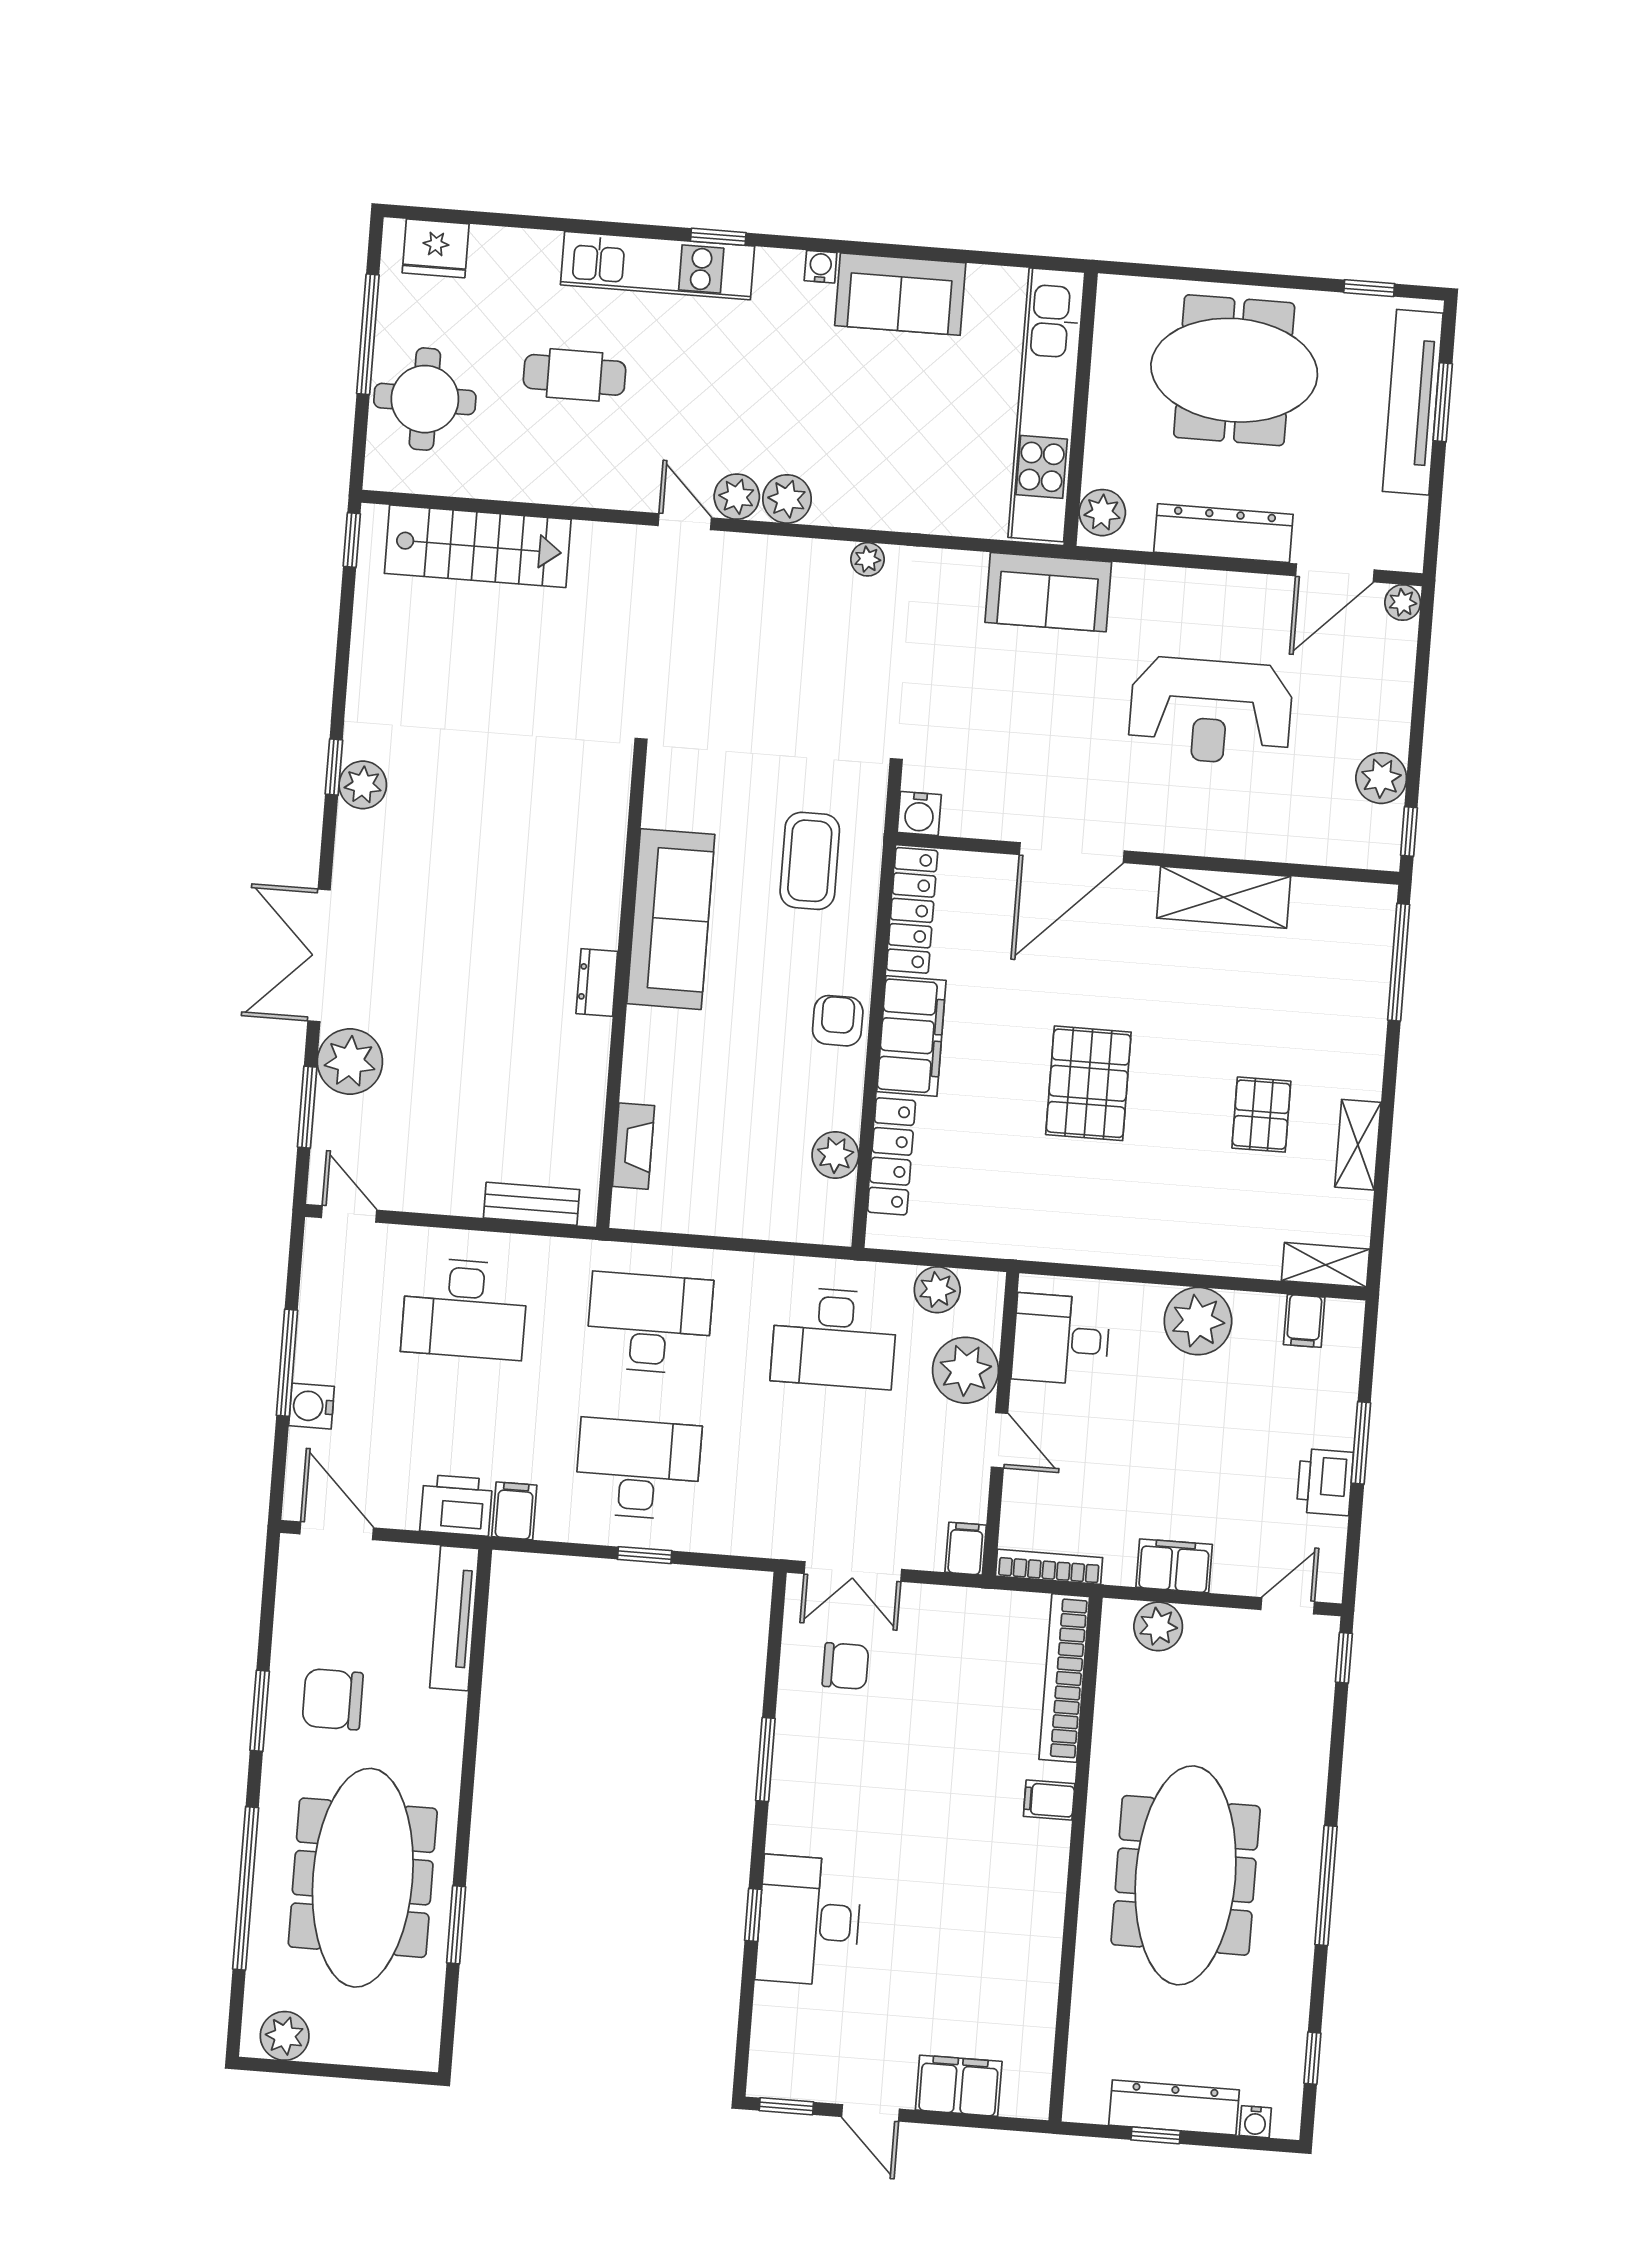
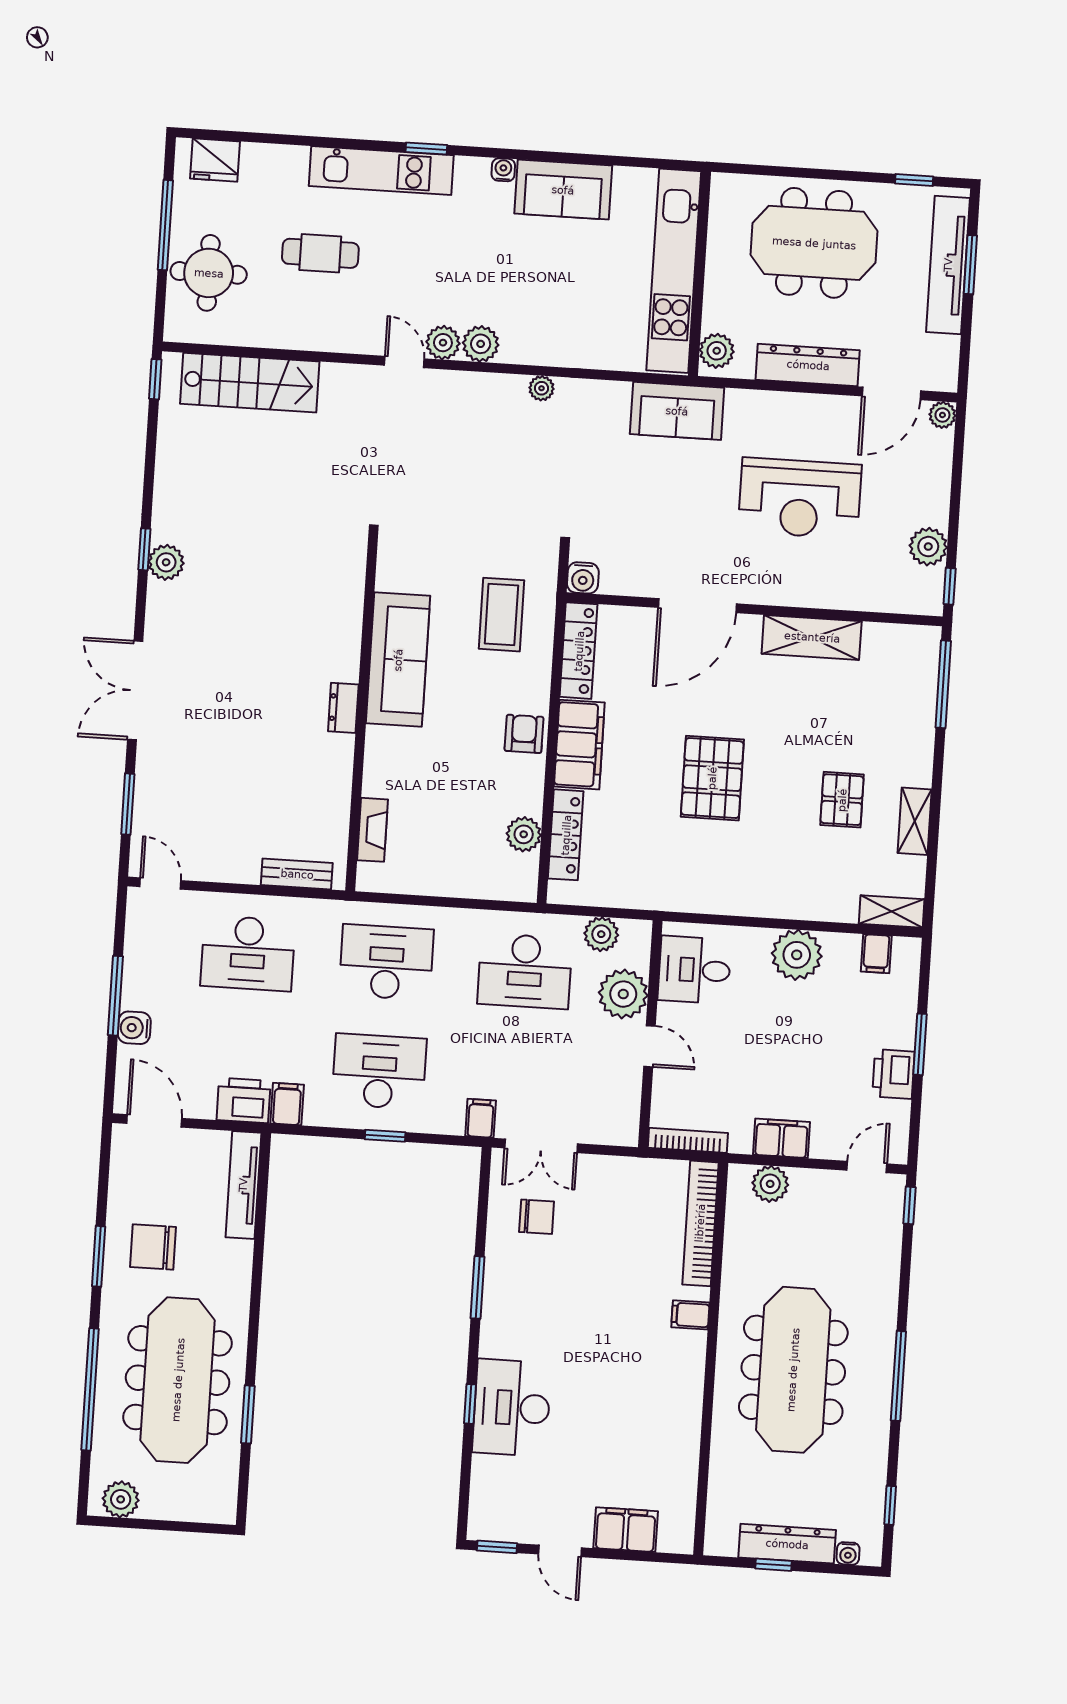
plant: (350, 1062) -> (159, 769), removed
filing cabinet: (966, 1549) -> (481, 1118), moved

